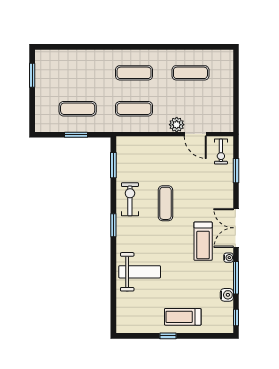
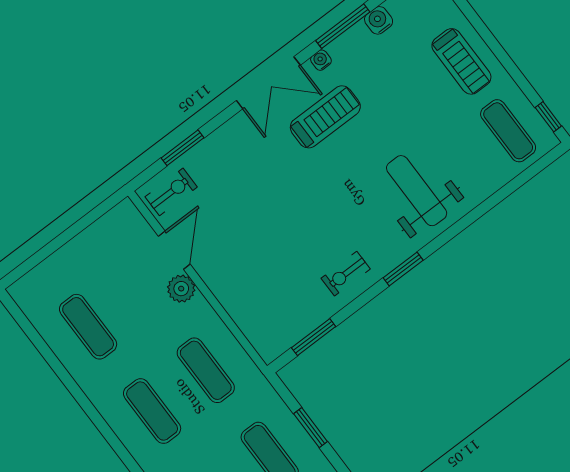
exercise bike: (130, 199) -> (346, 274), width x0.73, depth x0.72
exercise mat: (165, 203) -> (508, 131), moved, turned 90
weight bench: (140, 272) -> (417, 191), moved
window: (168, 336) -> (548, 117), moved

